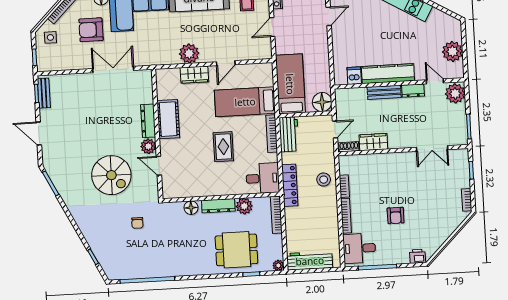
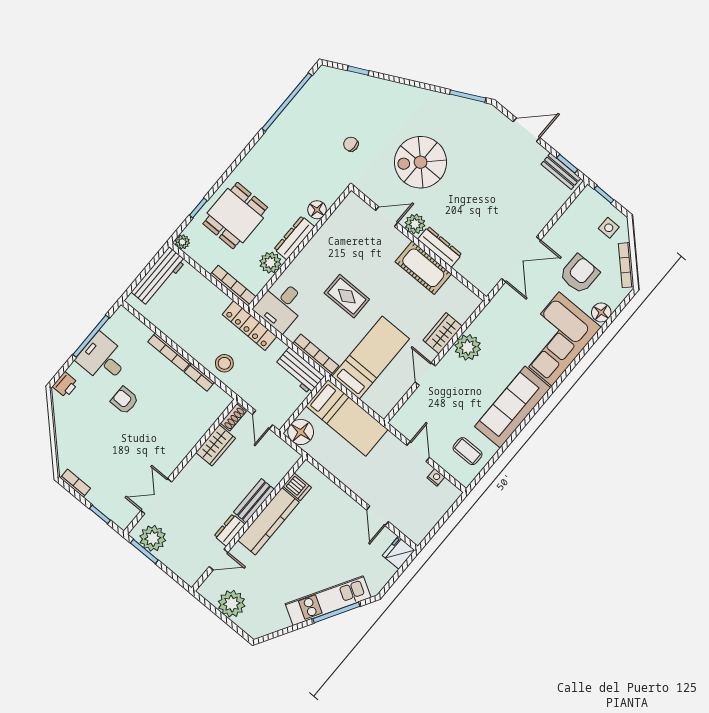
plant: (455, 93) -> (153, 538), moved
desk: (359, 248) -> (103, 359), moved, turned -90

